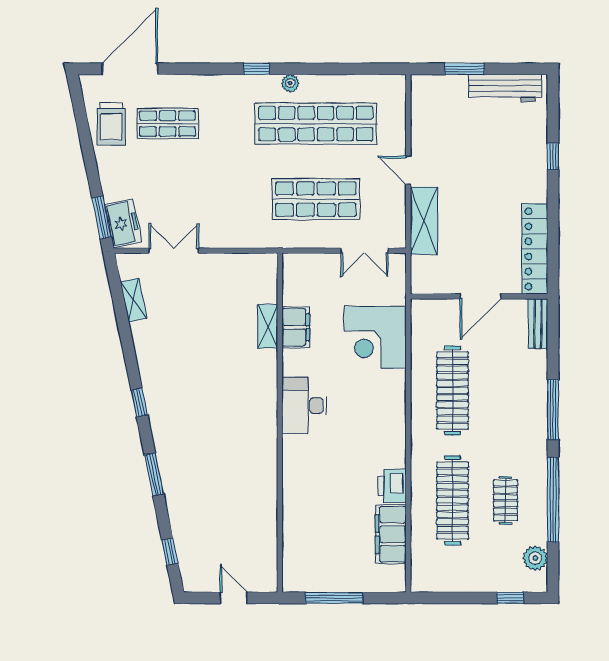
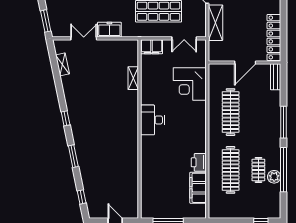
freezer: (123, 223) -> (109, 30), moved, turned -78
filing cabinet: (296, 327) -> (152, 47), moved, turned 90
plant: (535, 558) -> (274, 177), moved

